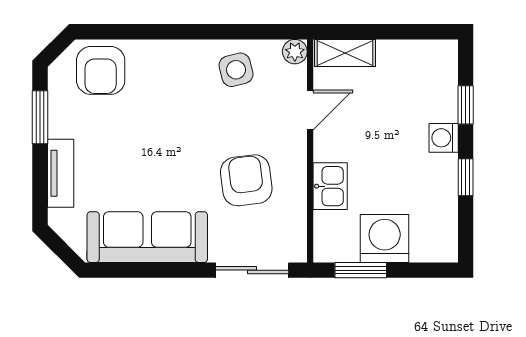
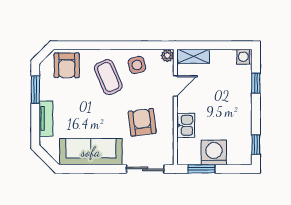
coffee table: (181, 93) -> (108, 77), added
washing machine: (444, 138) -> (244, 57), moved
window: (466, 177) -> (256, 145), moved

